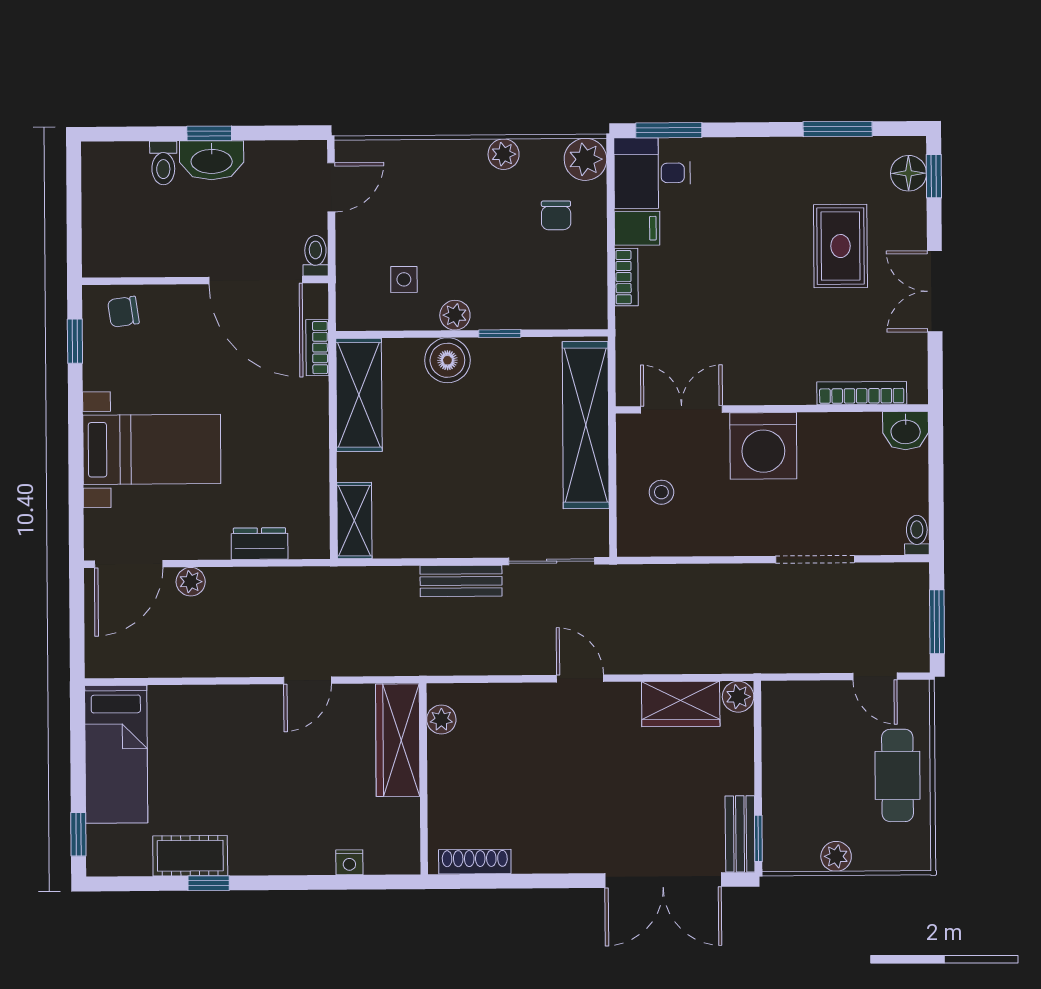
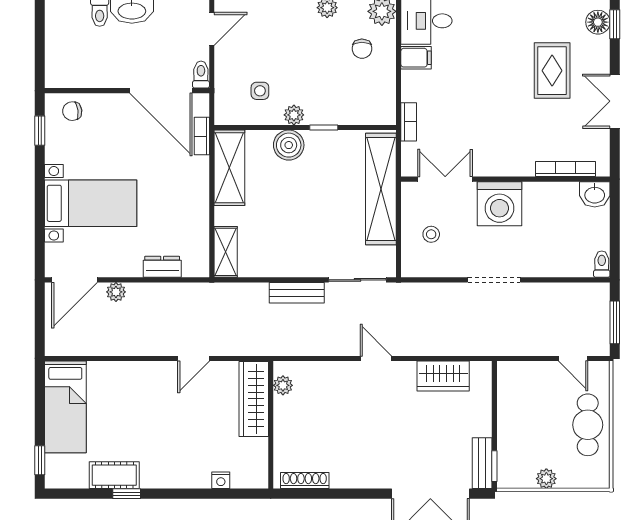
bookcase: (626, 277) -> (409, 122), moved
doorway: (815, 559) -> (494, 280), moved
plant: (738, 697) -> (481, 371), removed

